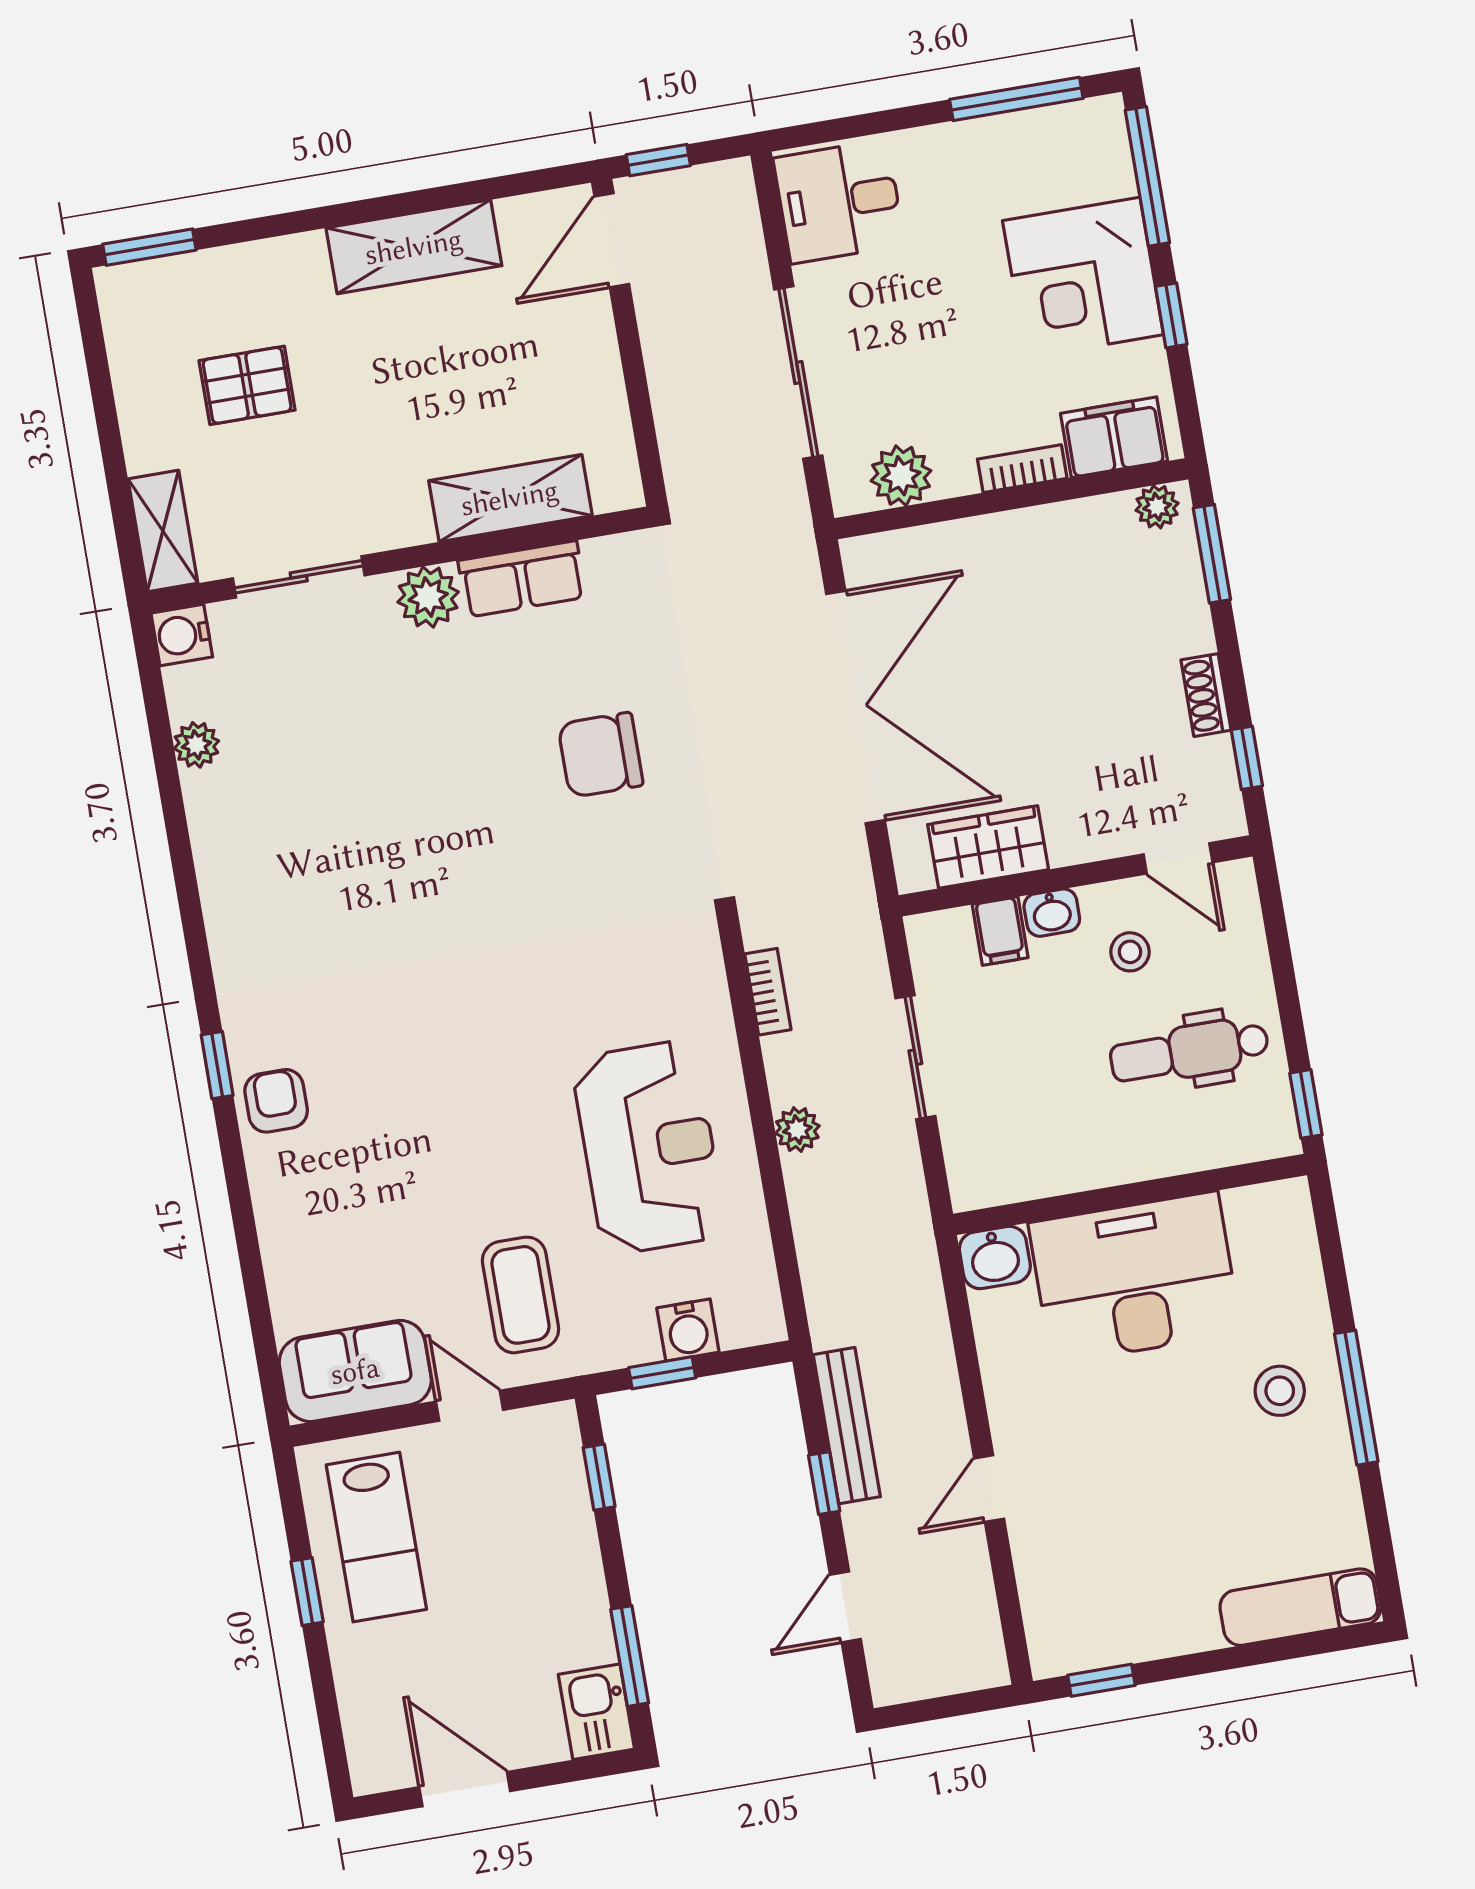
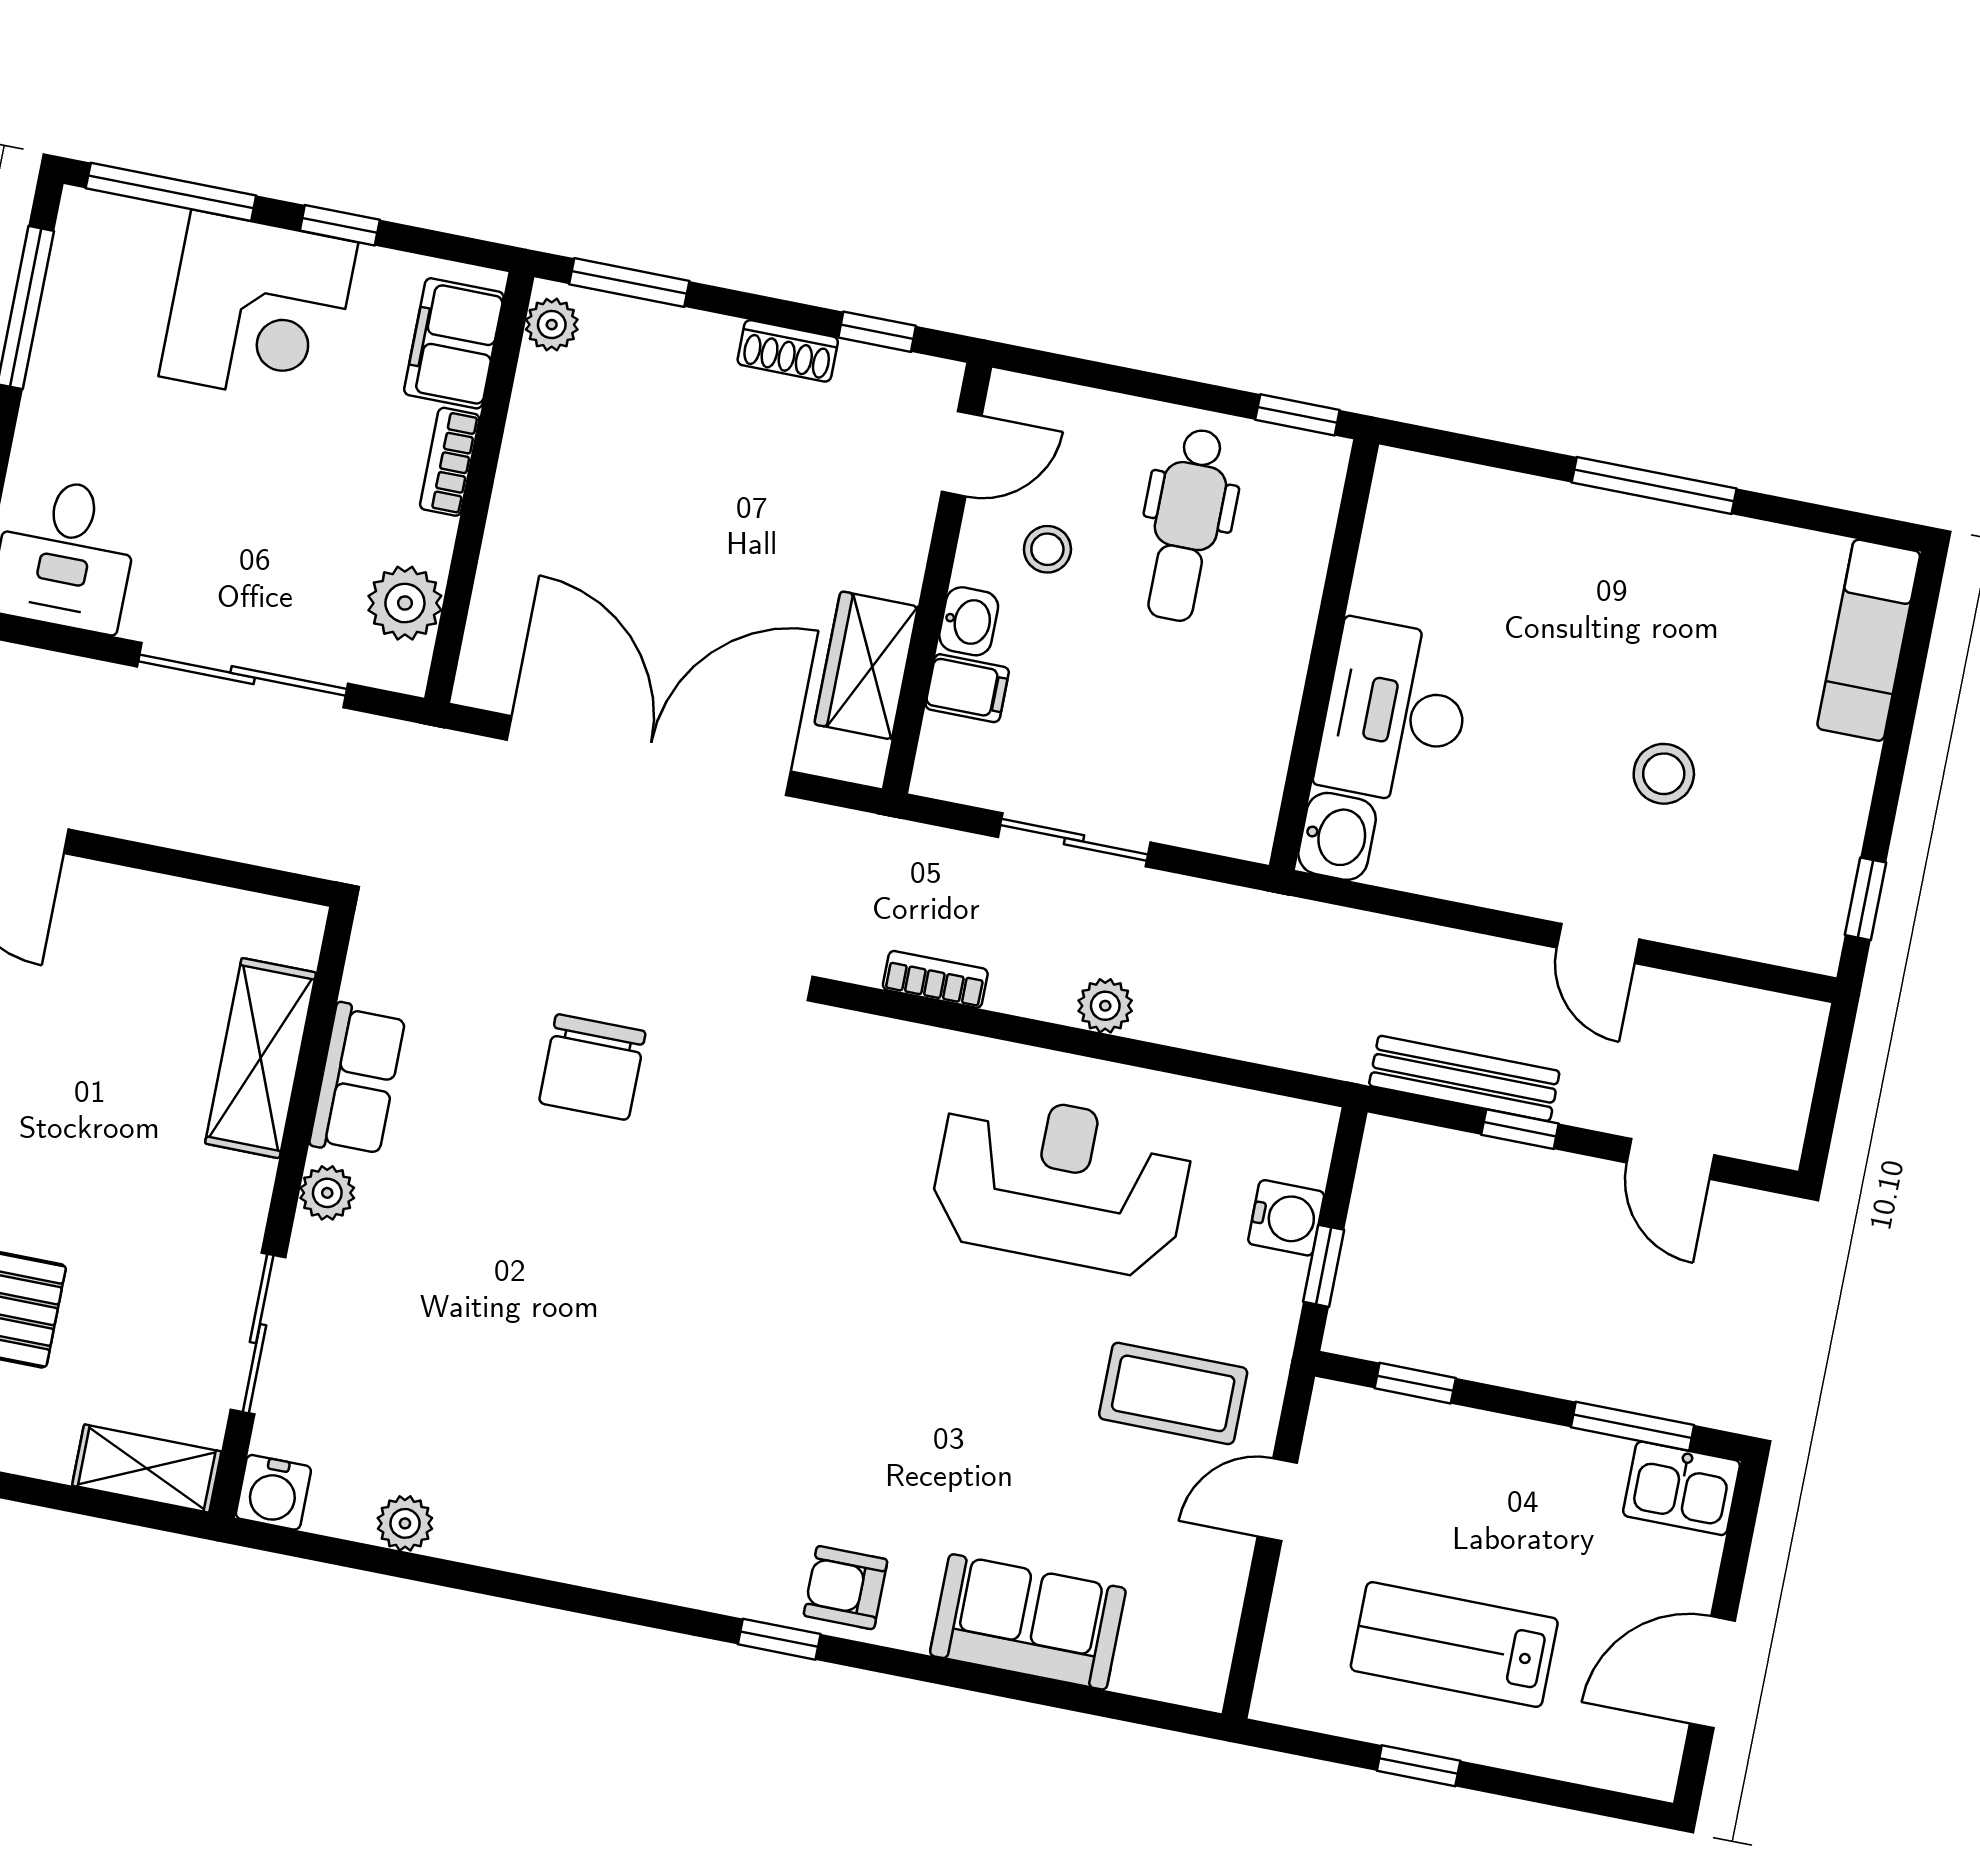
plant: (428, 597) -> (327, 1193), width x0.73, depth x0.73
desk: (1135, 1278) -> (1395, 713), width x0.73, depth x0.77
sofa: (355, 1371) -> (1028, 1622), moved, turned 90
stool: (1280, 1391) -> (1664, 774), moved
lab bench: (376, 1537) -> (1454, 1644), moved, turned 180

